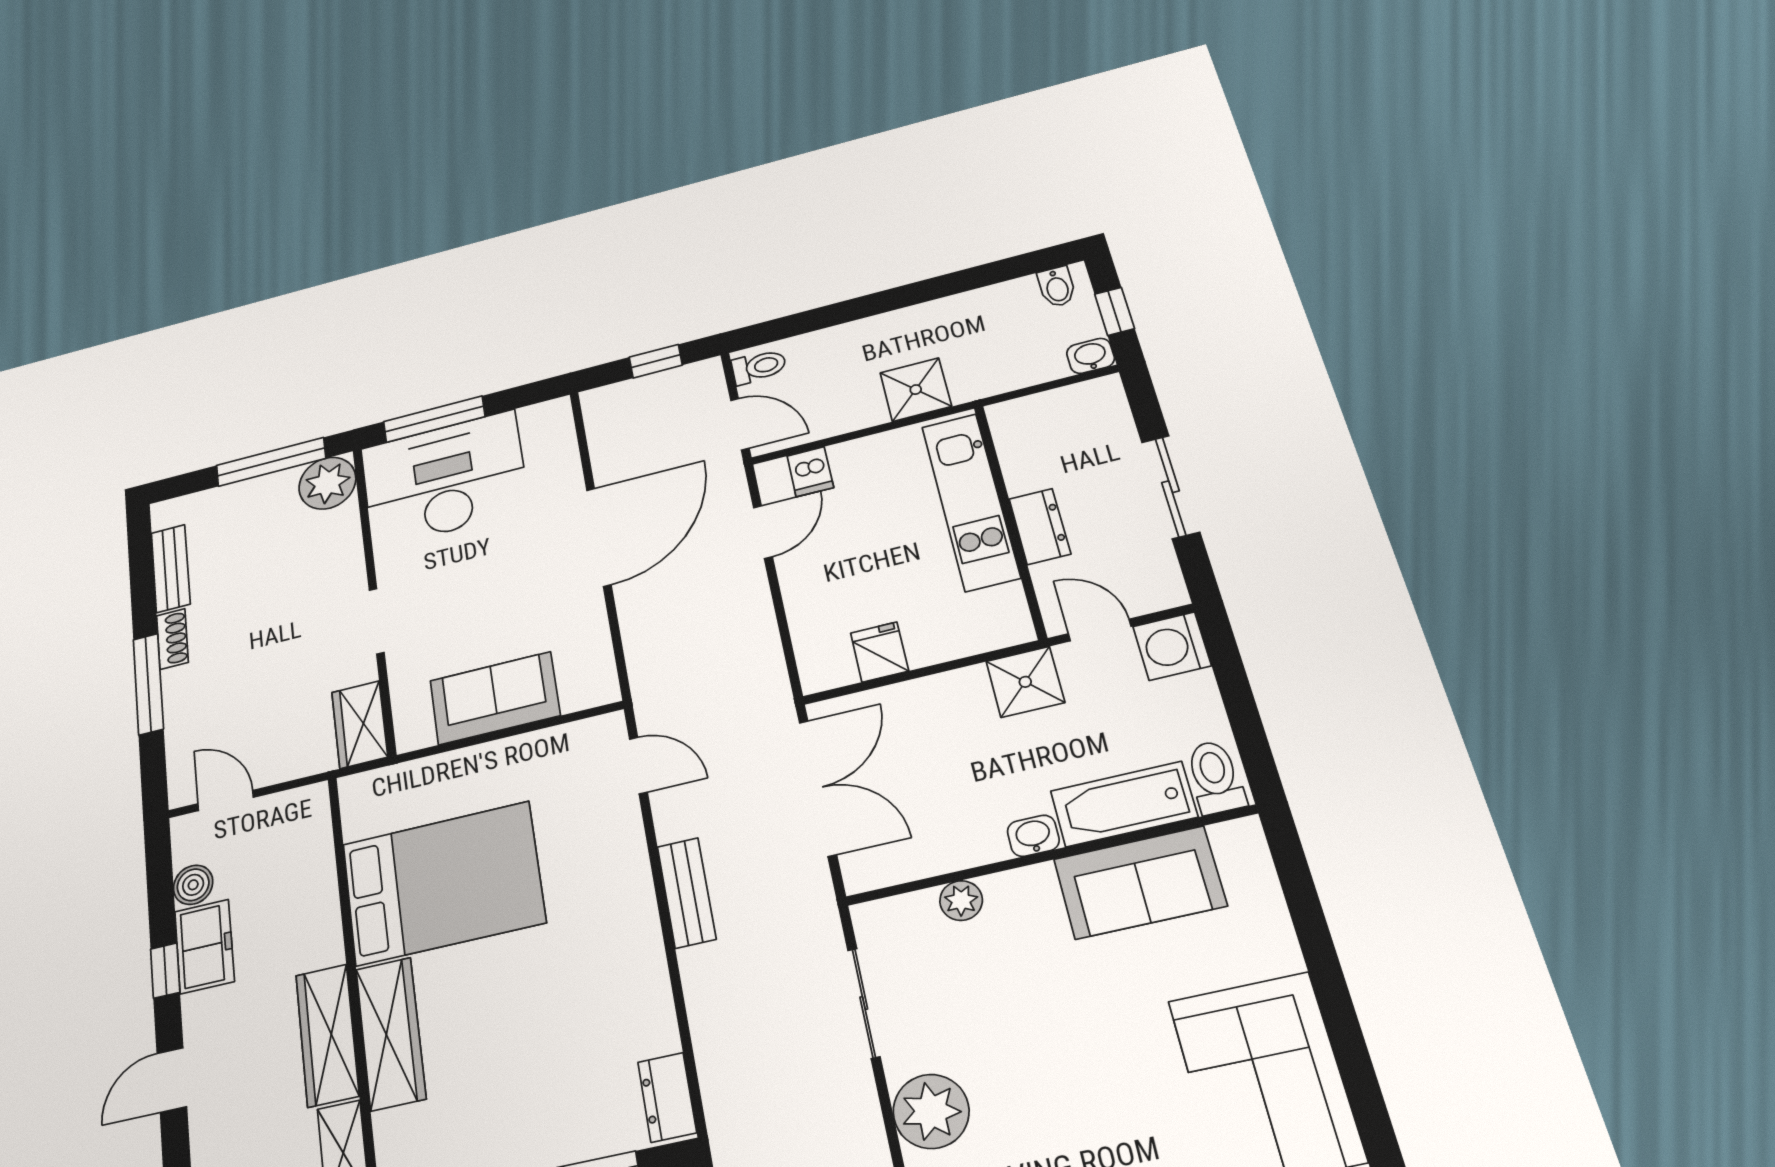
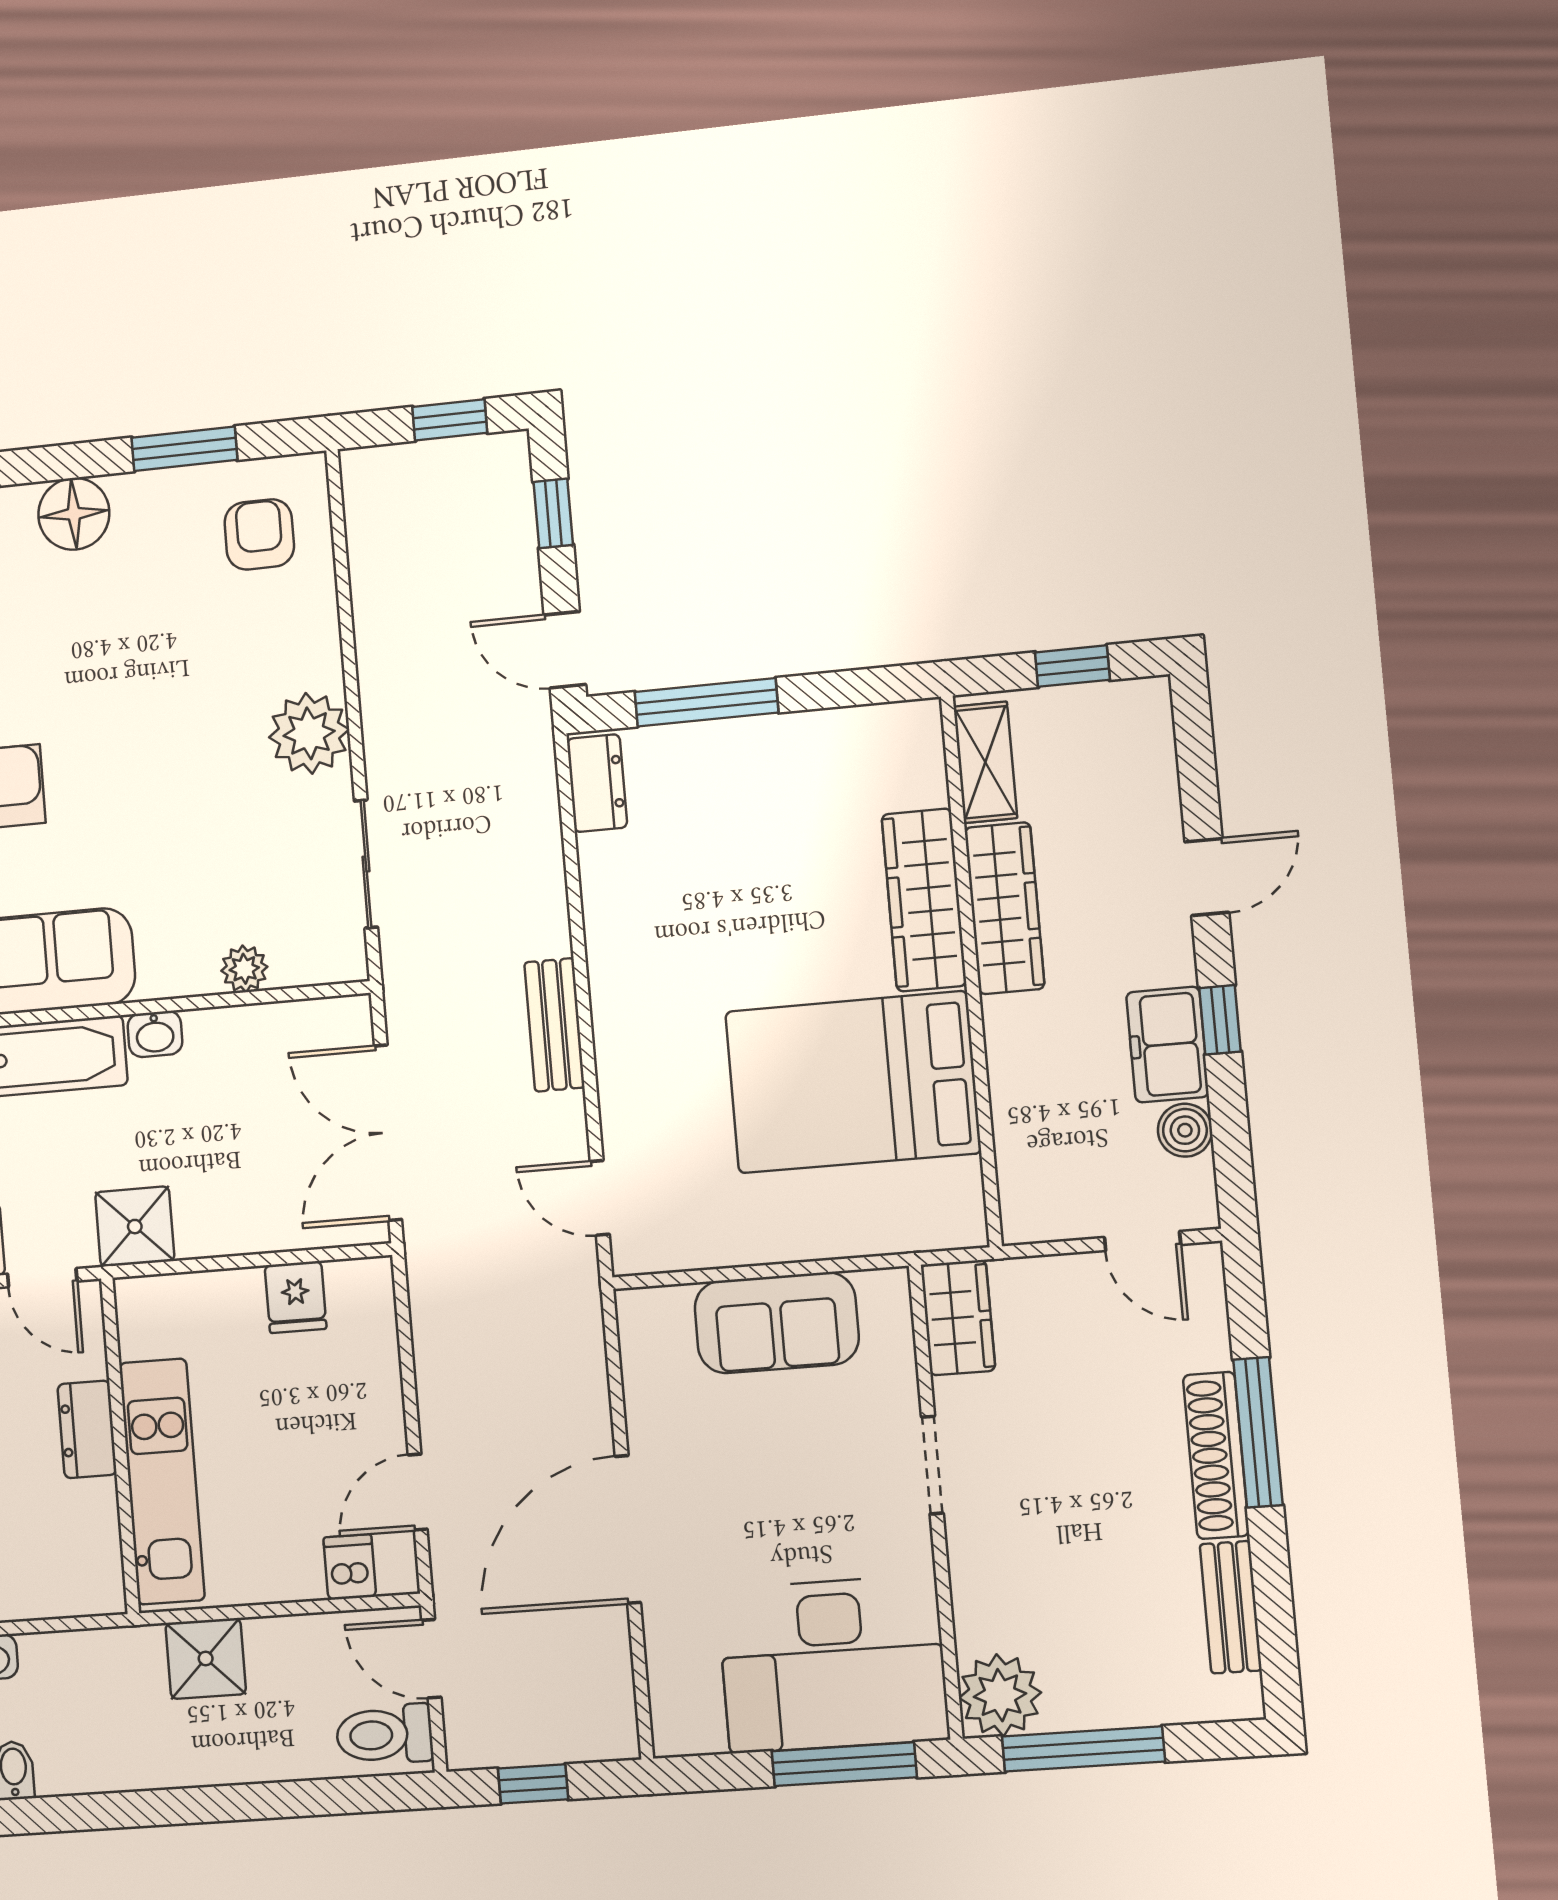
toilet: (759, 367) -> (384, 1735), width x1.37, depth x1.39
shoe rack: (172, 639) -> (1216, 1455), width x1.94, depth x1.24

